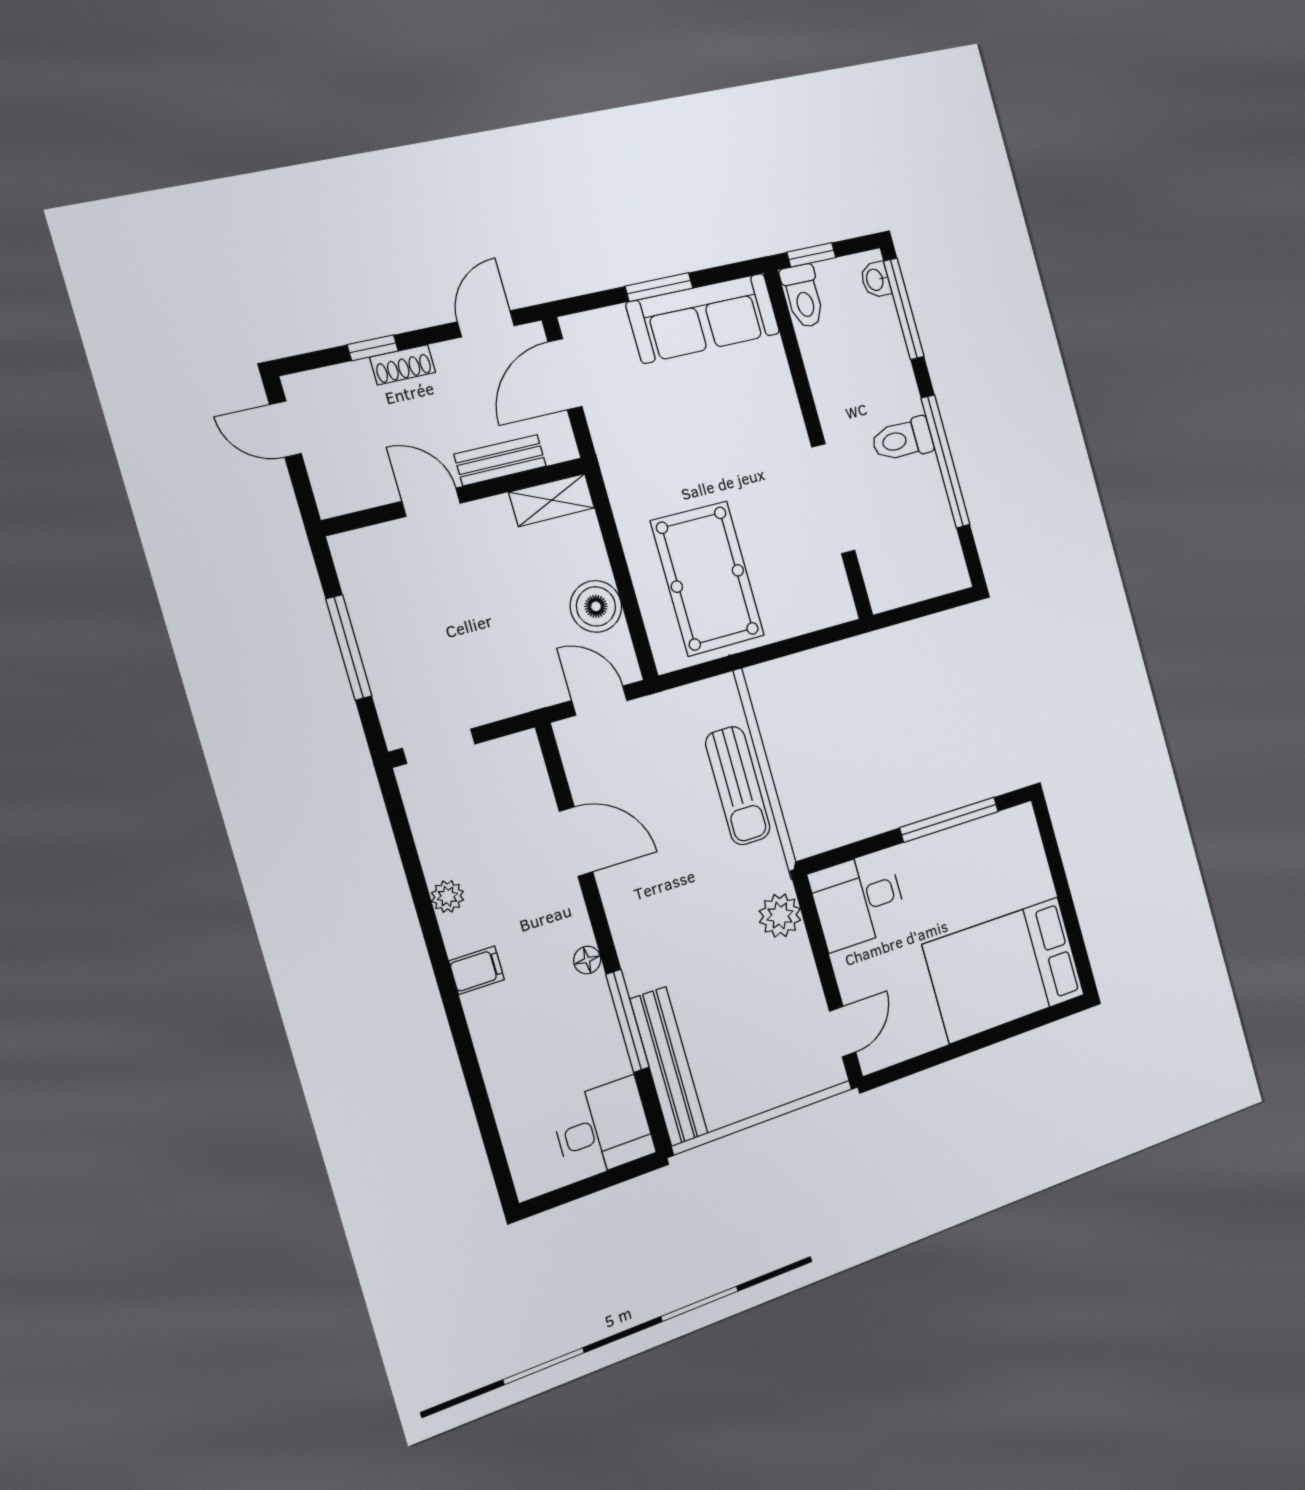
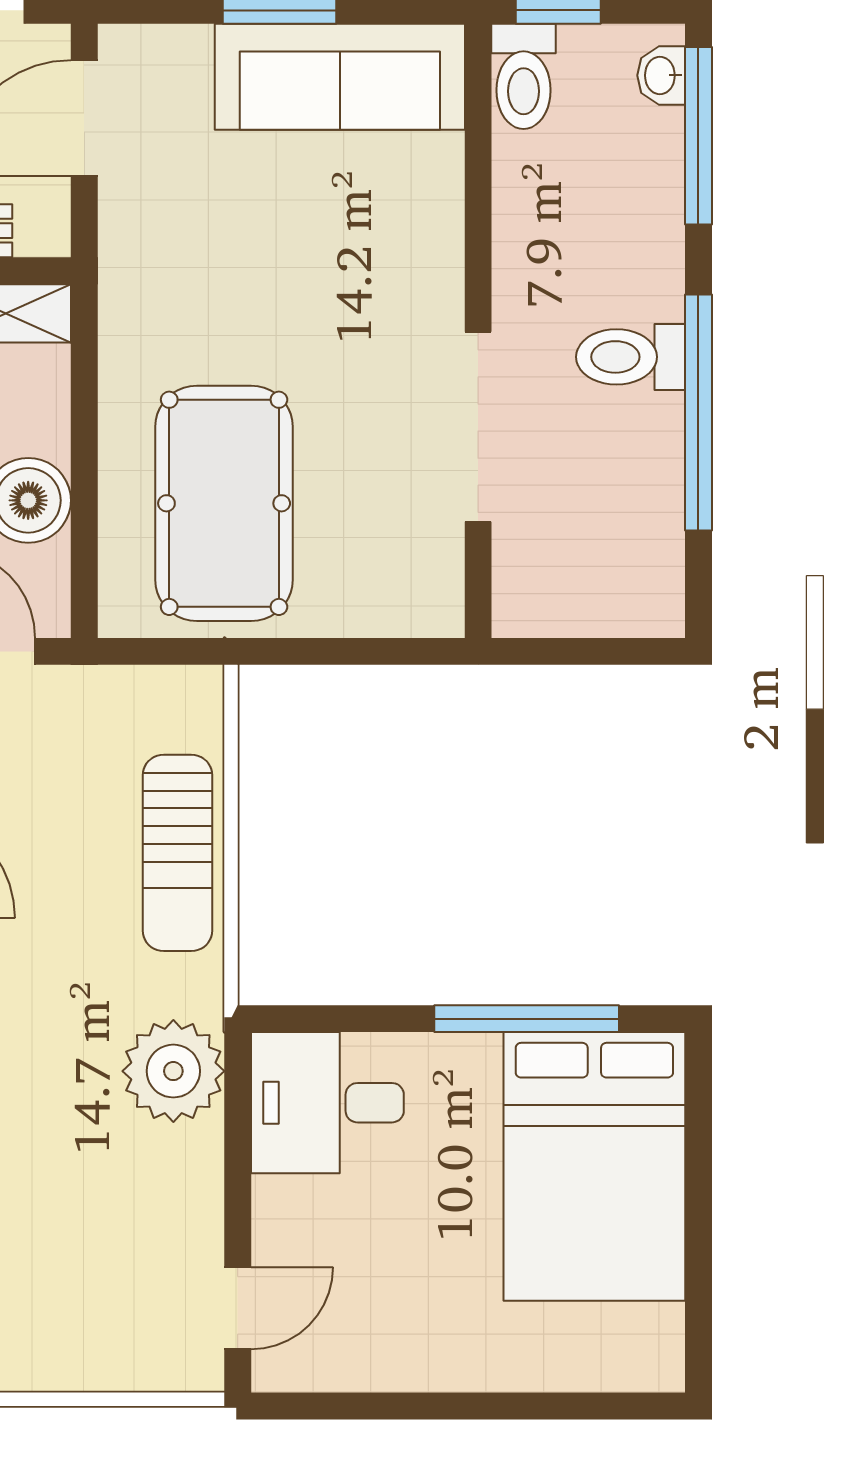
plant: (780, 916) -> (173, 1071), width x1.36, depth x1.36
bed: (1004, 970) -> (594, 1166), moved, turned -90

